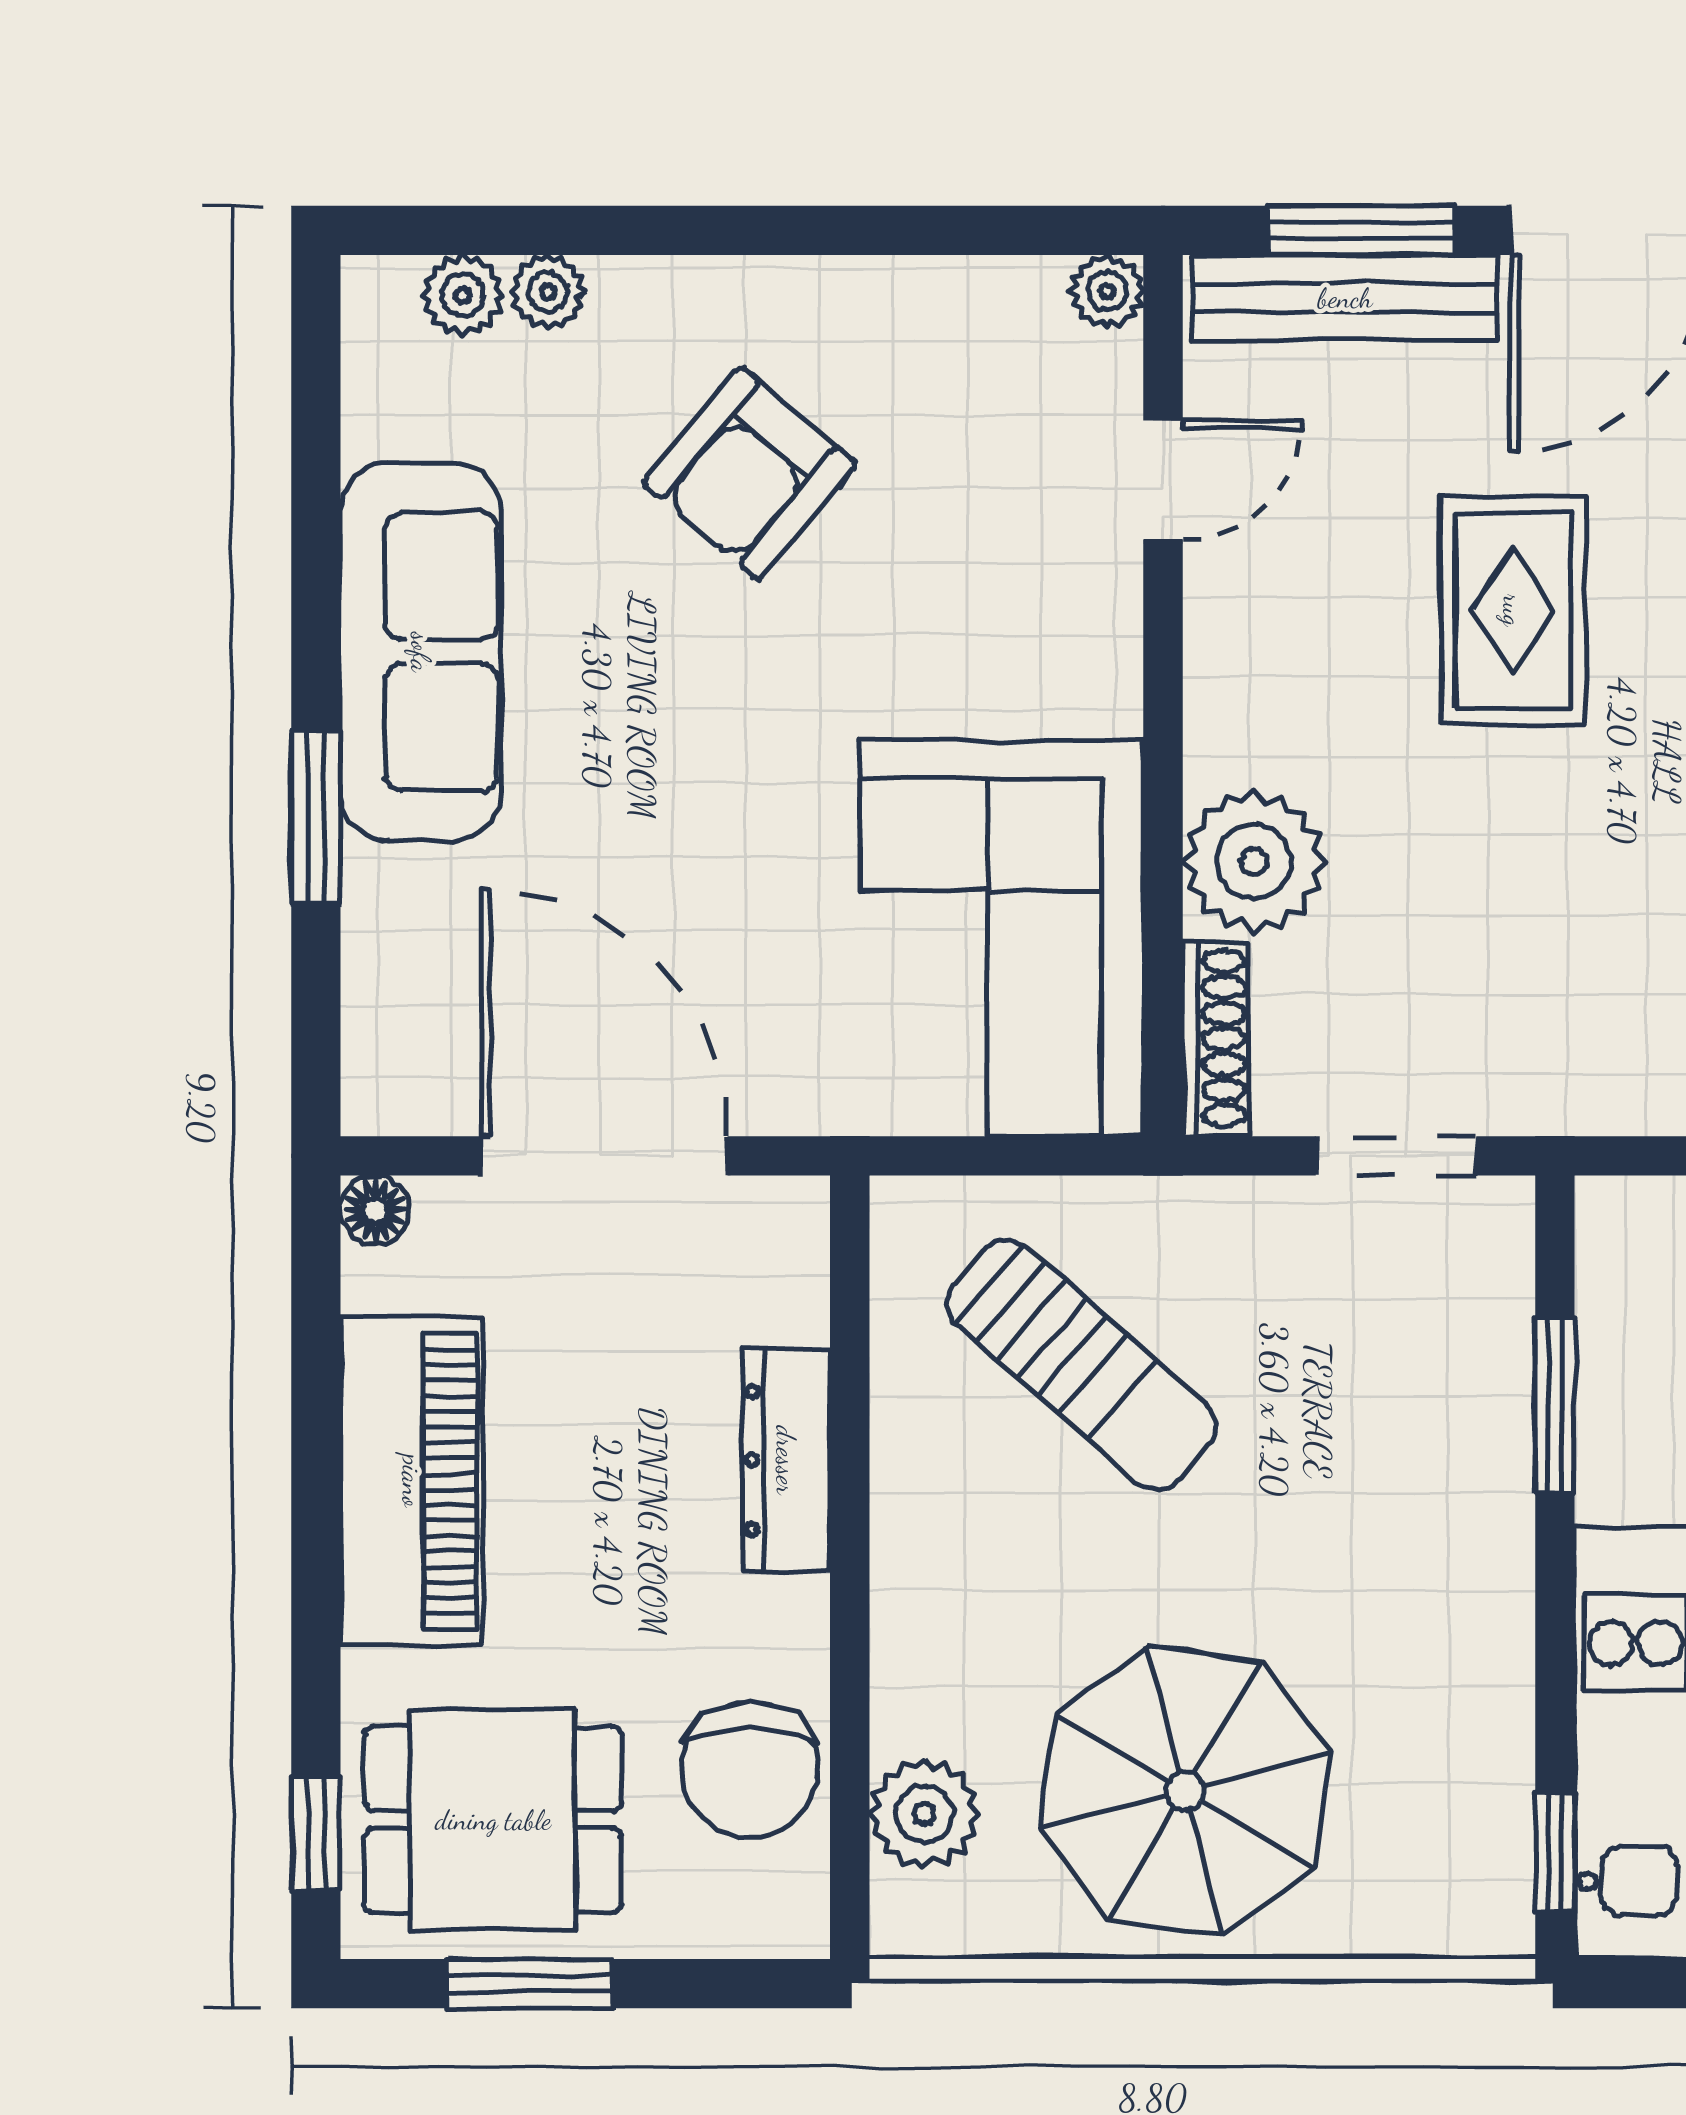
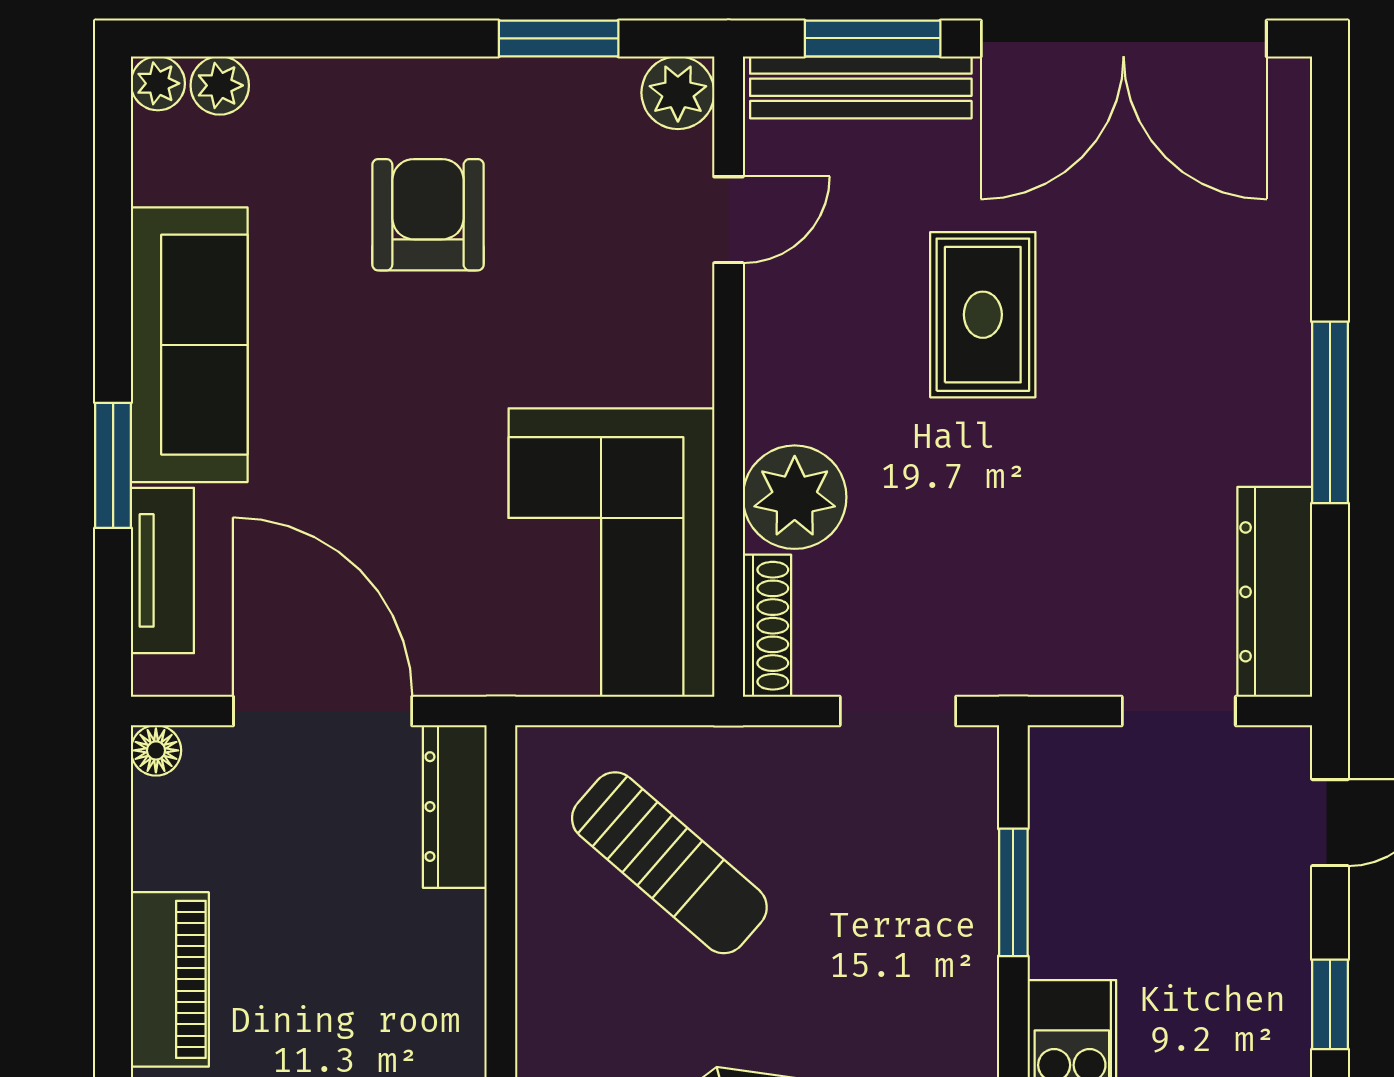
window: (929, 230) -> (559, 38), added
plant: (1107, 291) -> (678, 93), width x1.38, depth x1.38
plant: (548, 292) -> (158, 83), moved
armchair: (749, 473) -> (428, 215), turned 140
tv unit: (384, 962) -> (162, 570), added
dresser: (786, 1460) -> (455, 807), moved
piano: (412, 1481) -> (170, 979), width x0.73, depth x0.75

